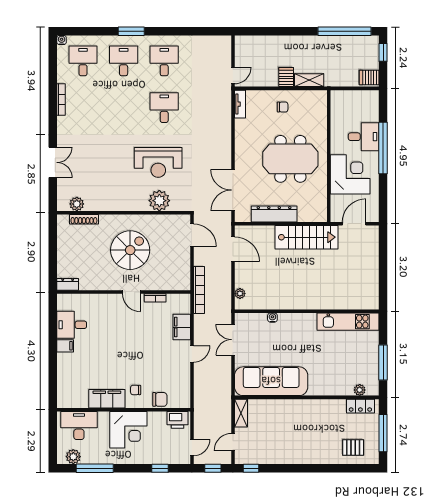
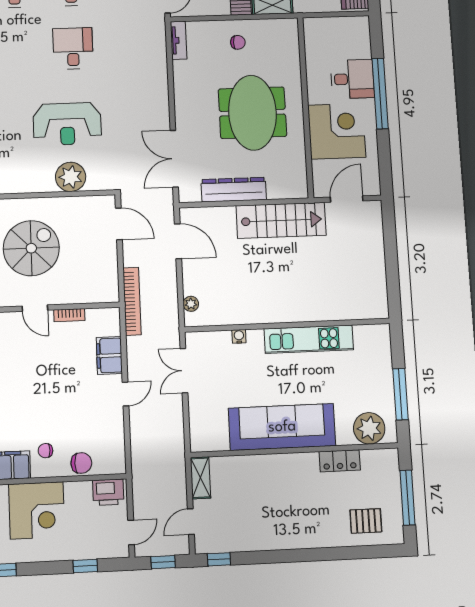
meeting table: (290, 159) -> (252, 113), turned 90
kitchen unit: (348, 322) -> (309, 339), moved
sofa: (271, 381) -> (282, 427), moved
plant: (360, 390) -> (369, 428), width x1.87, depth x1.87
locker: (360, 406) -> (340, 461), moved

